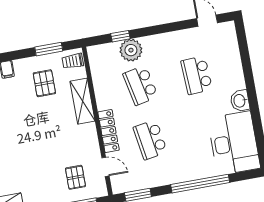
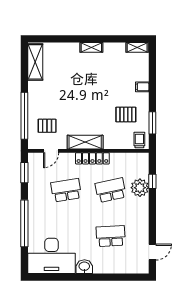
shelving: (82, 101) -> (85, 142), moved
locker: (108, 131) -> (92, 158), moved

